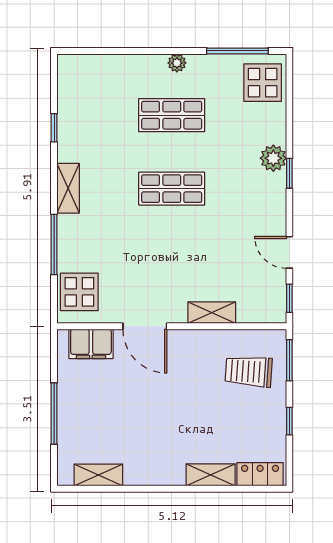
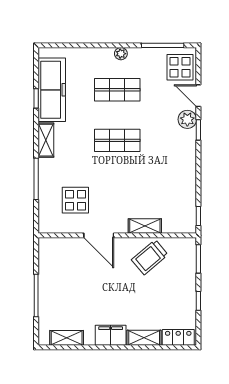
freezer: (77, 115) -> (52, 90), added
door: (289, 252) -> (198, 96), moved
display table: (79, 292) -> (75, 200), moved
filing cabinet: (91, 344) -> (111, 335), moved, turned 180
trolley: (249, 371) -> (150, 257), moved, turned -44

